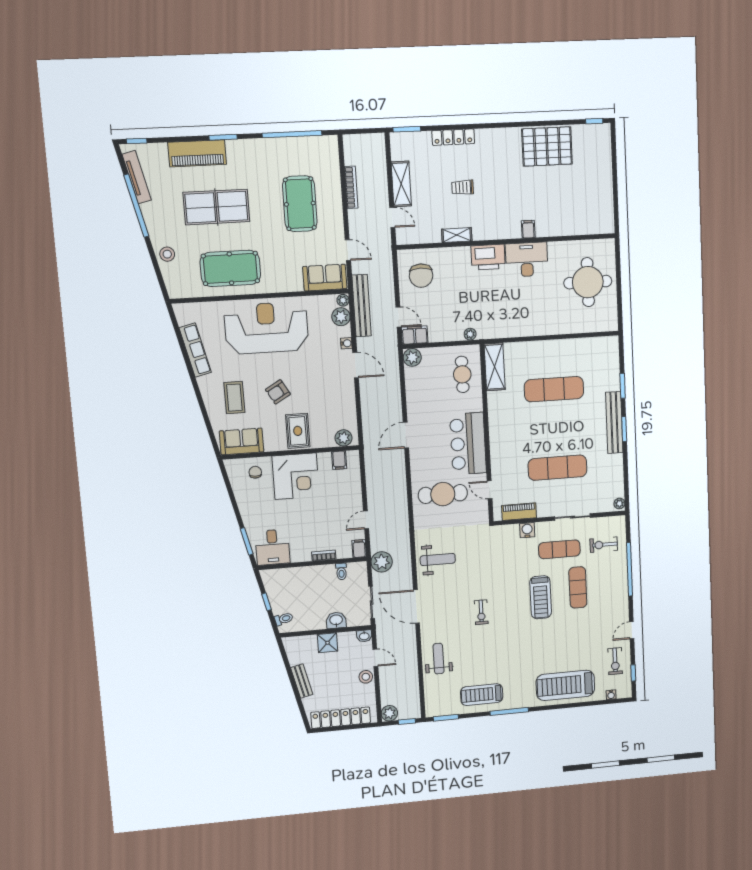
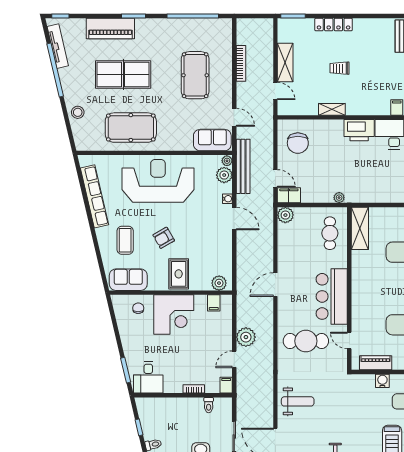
row of seats: (195, 350) -> (95, 196), width x1.36
plant: (382, 562) -> (246, 337), moved

